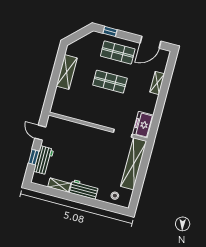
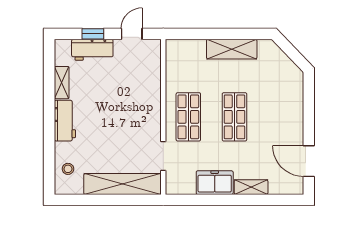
window: (110, 31) -> (309, 97), removed
shop shelf: (118, 52) -> (188, 117), moved
freezer: (143, 125) -> (215, 183), moved

